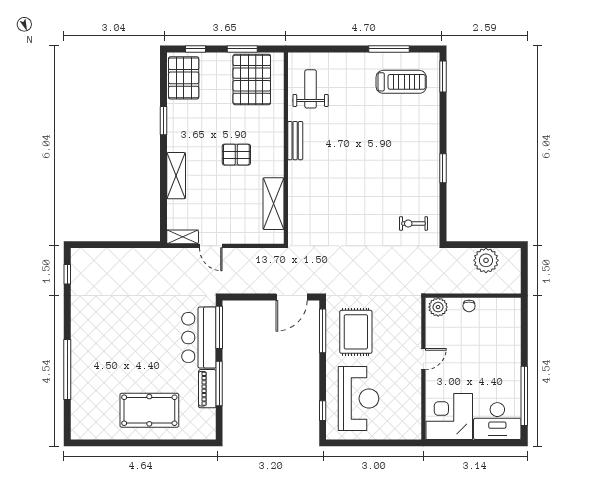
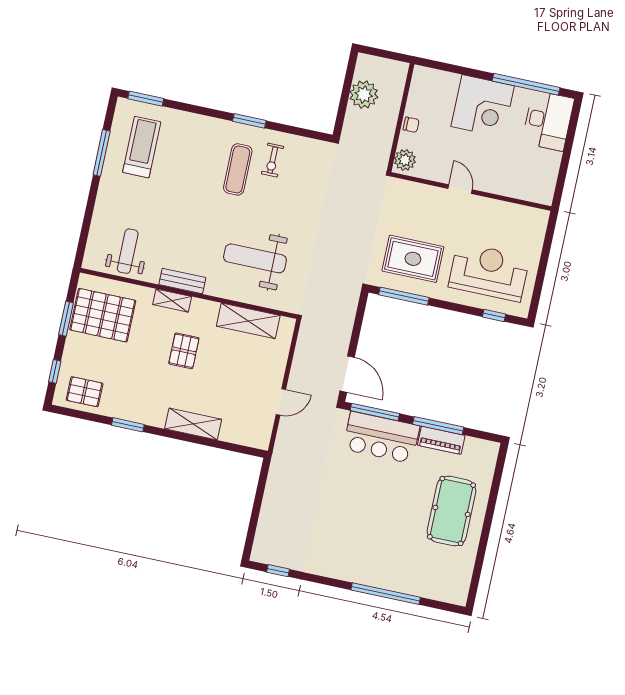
pallet: (184, 78) -> (85, 392), width x0.67, depth x0.71
weight bench: (311, 89) -> (128, 251), turned 90
exercise mat: (400, 167) -> (238, 169), added
weight bench: (327, 198) -> (255, 258), added
exercise bike: (413, 223) -> (273, 160), moved
shelving: (183, 237) -> (172, 301), moved, turned 90
door: (292, 297) -> (347, 374), moved
corner desk: (449, 416) -> (483, 106), moved, turned -90

